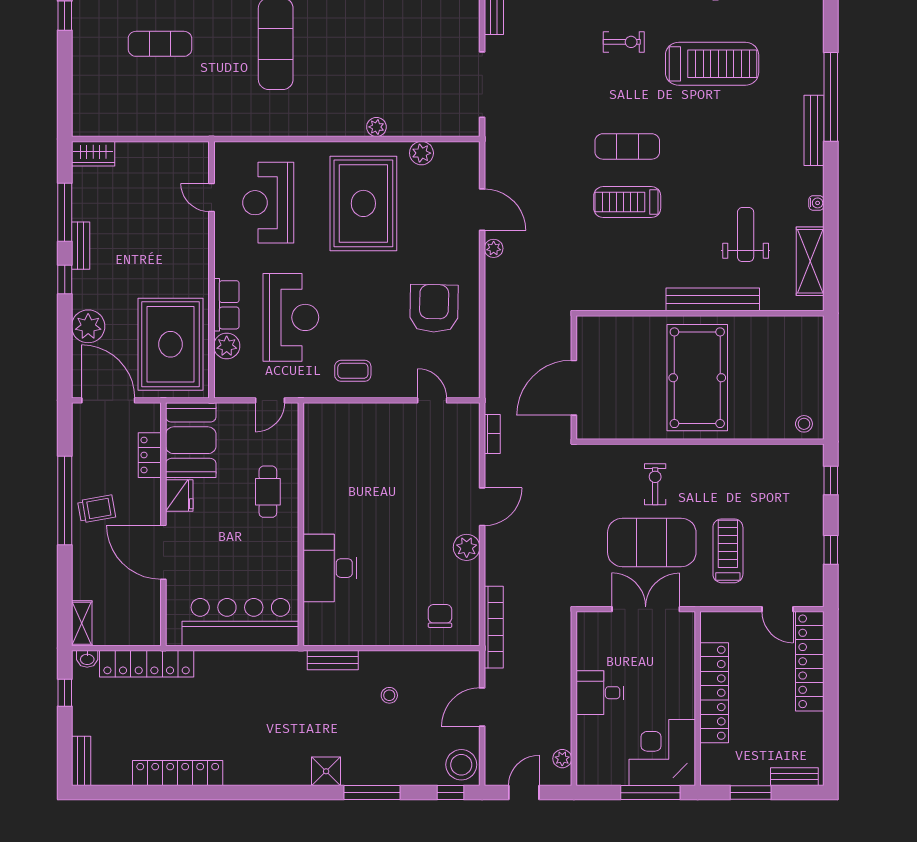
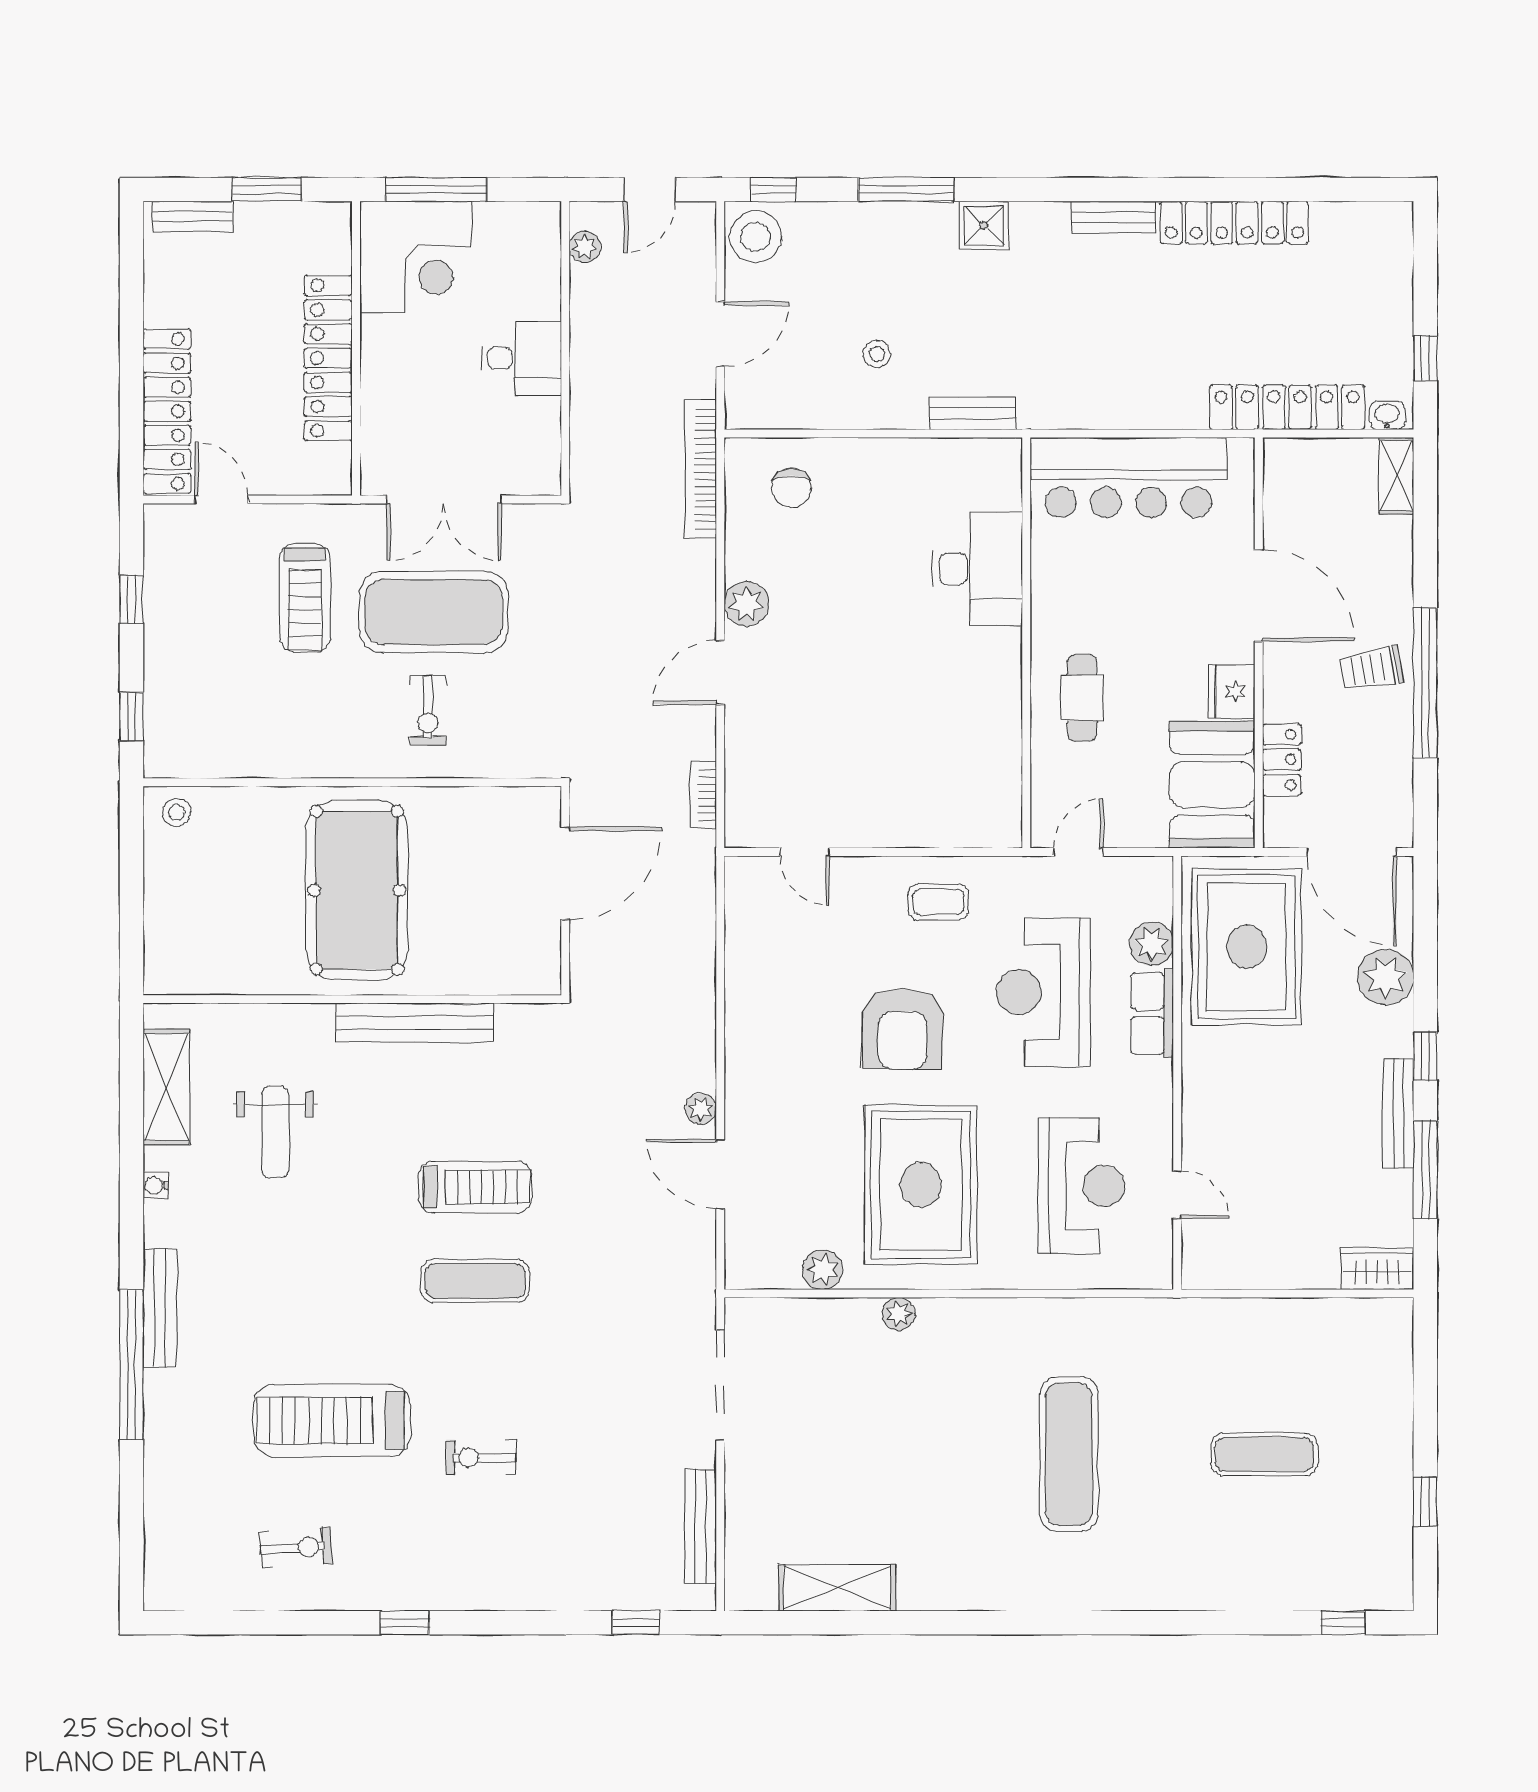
bench: (81, 246) -> (1398, 1114), width x1.36
bench: (713, 299) -> (415, 1023), moved
armchair: (434, 308) -> (903, 1029), moved
bench: (81, 761) -> (1113, 217), moved, turned 90

